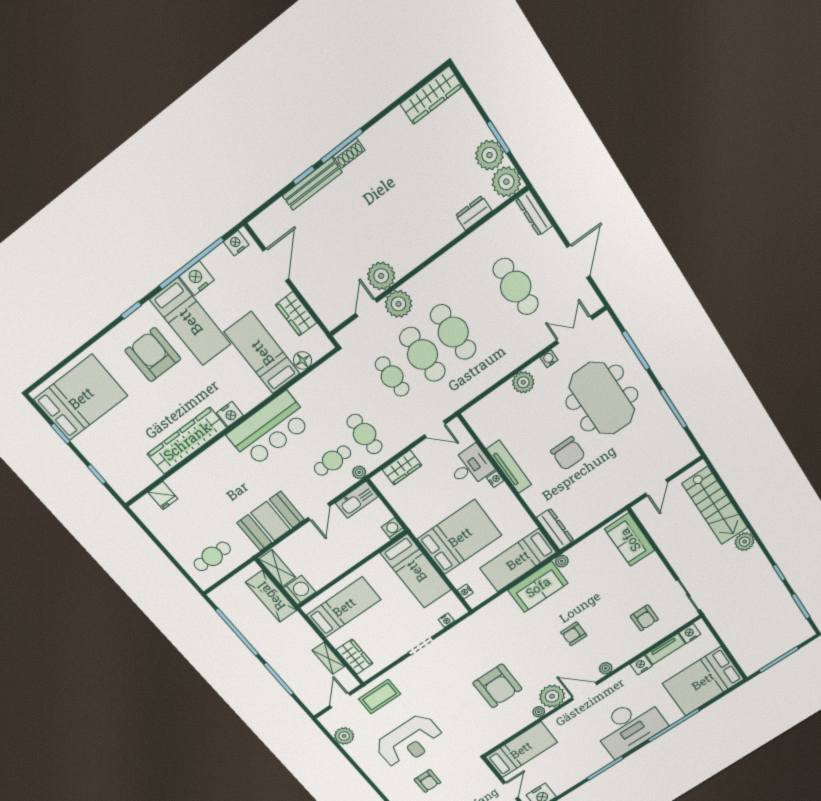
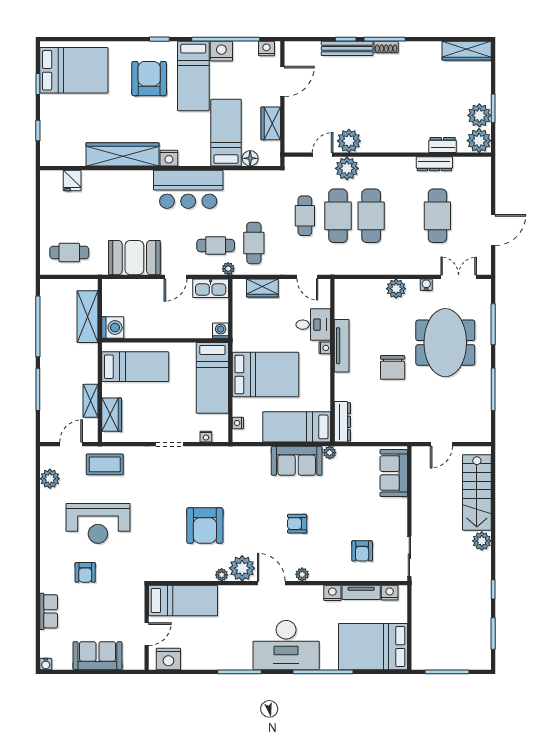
dresser: (534, 213) -> (434, 164), moved, turned -90
shelving: (277, 568) -> (110, 298), removed

